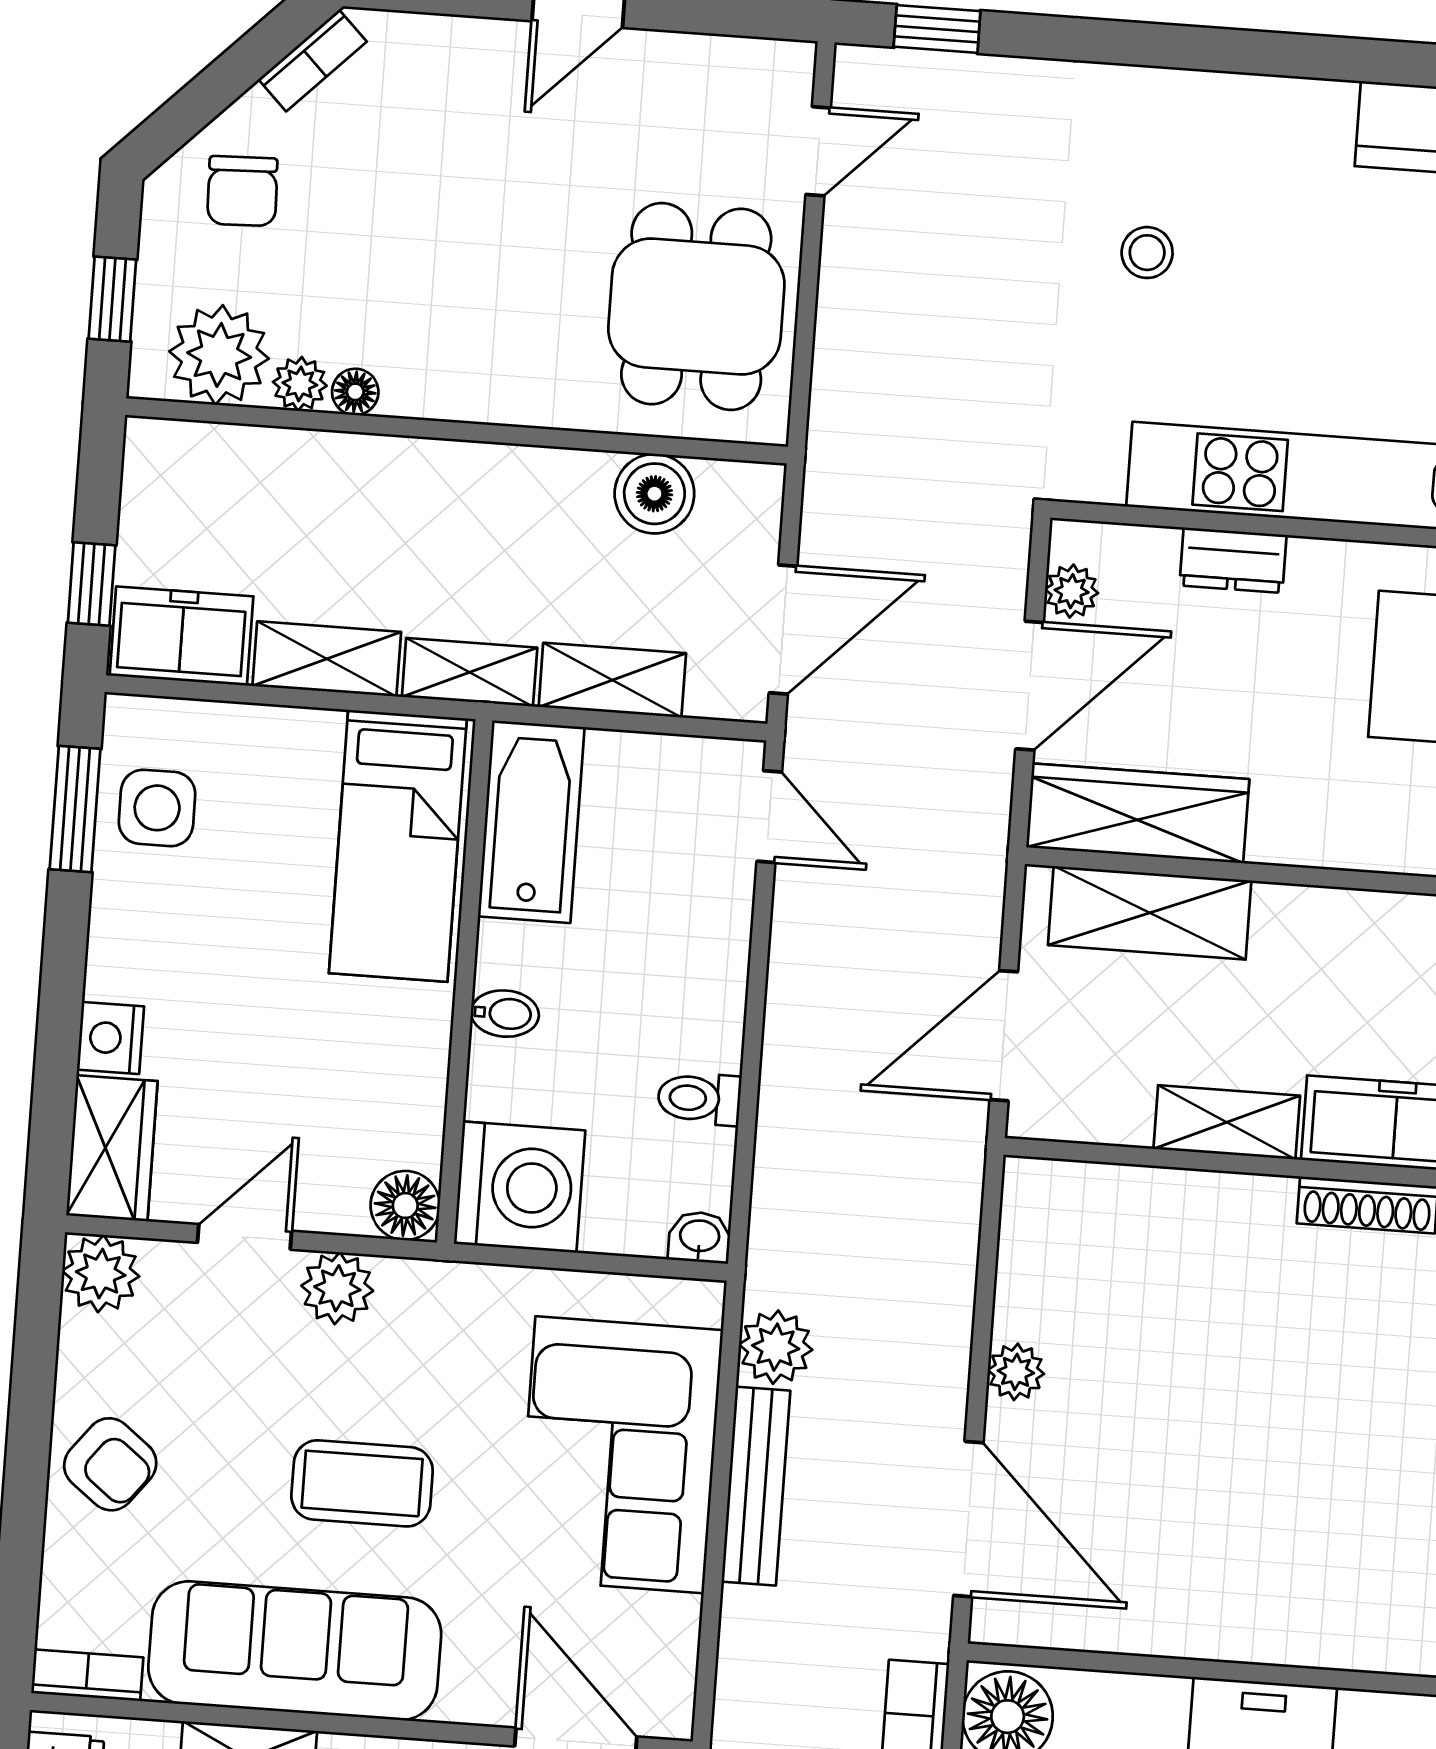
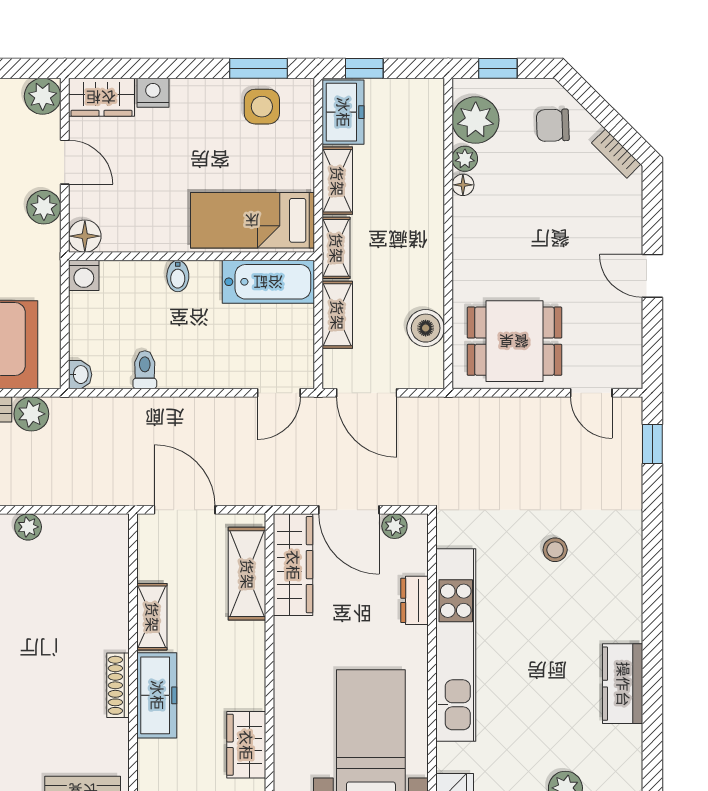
washing machine: (520, 1187) -> (84, 275), width x0.53, depth x0.53

